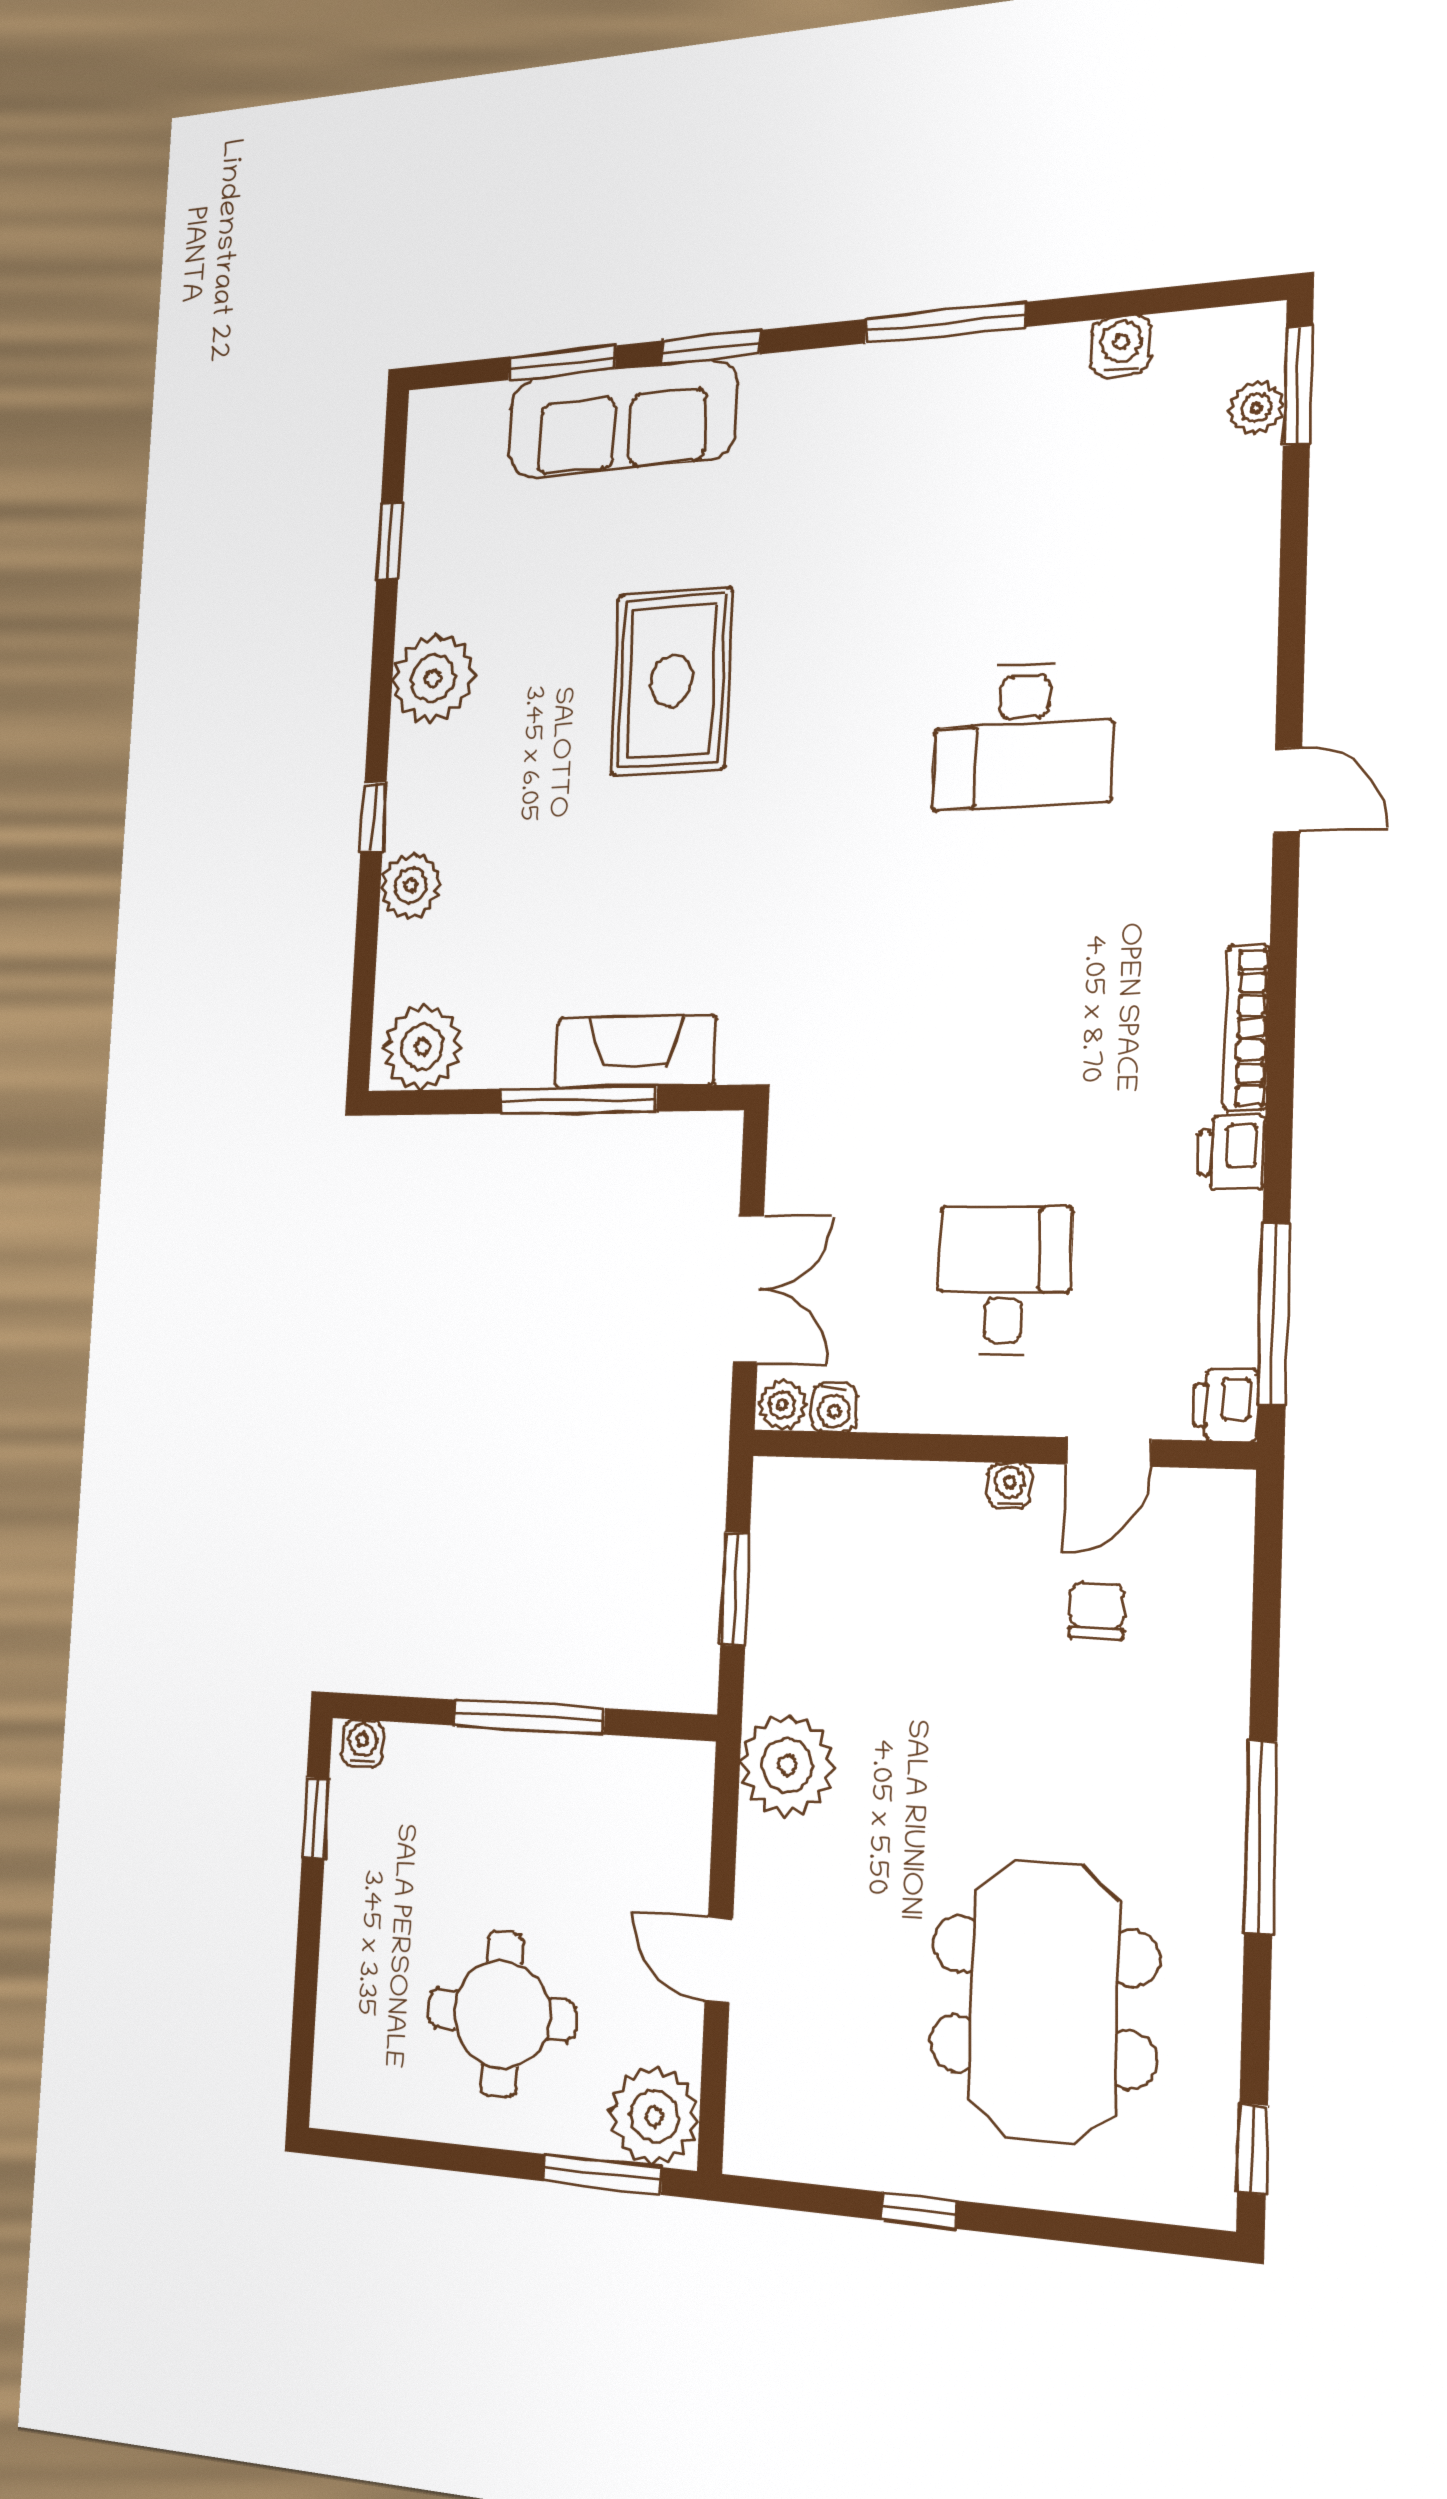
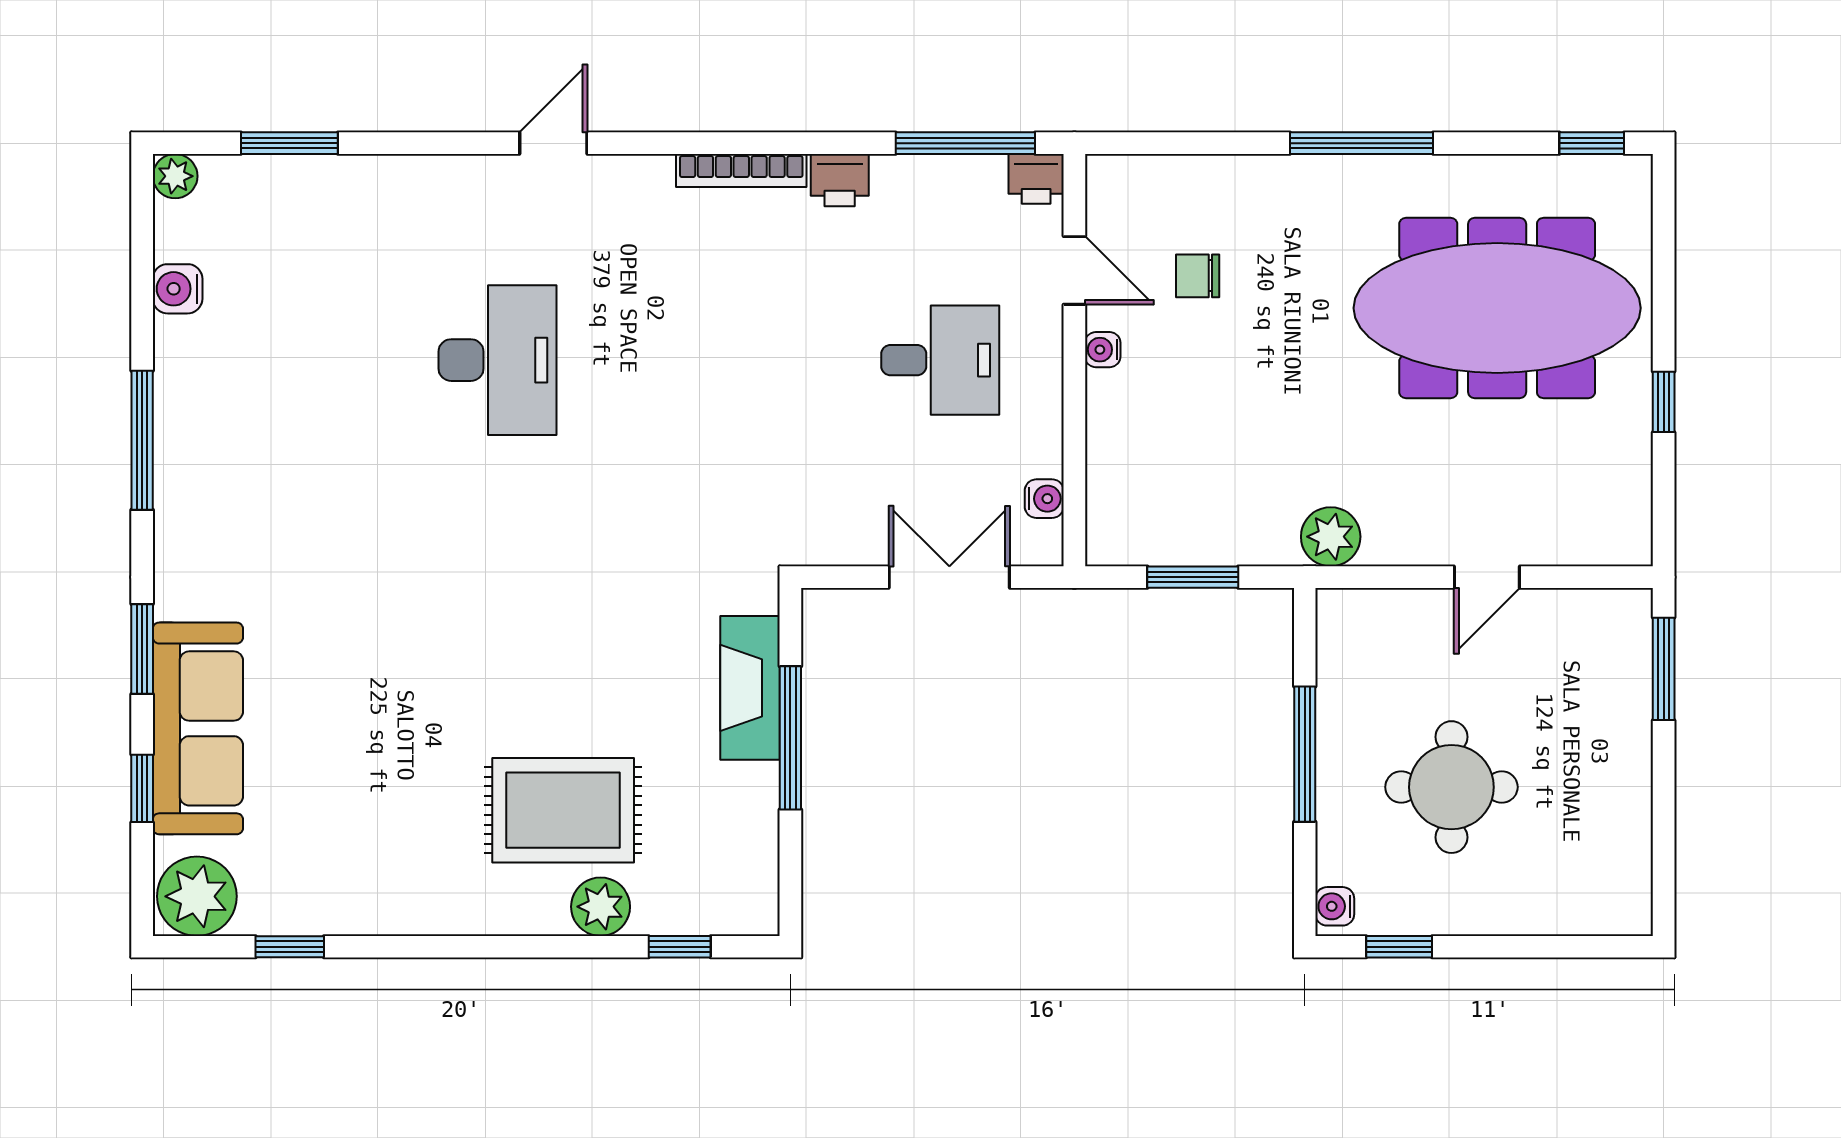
window: (562, 363) -> (142, 788), width x0.67
window: (1298, 386) -> (289, 143), moved
plant: (1256, 408) -> (175, 176), moved
plant: (433, 678) -> (197, 896), moved
rug: (671, 681) -> (563, 810), moved
window: (373, 818) -> (680, 947), moved
plant: (423, 1047) -> (742, 887), removed
desk: (1004, 1280) -> (940, 360), turned 180
plant: (782, 1405) -> (1043, 543), removed
plant: (787, 1765) -> (1331, 537), width x0.73, depth x0.73
meeting table: (1044, 2001) -> (1497, 308), width x1.36
round table: (502, 2014) -> (1451, 787), moved
plant: (654, 2116) -> (1614, 627), removed

